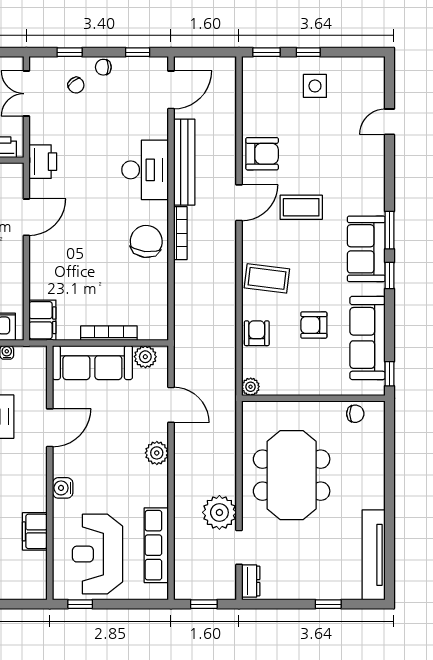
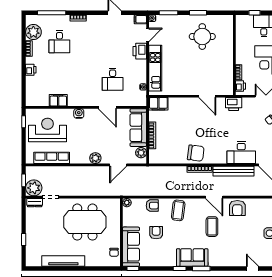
desk: (145, 170) -> (241, 153), moved
sofa: (368, 338) -> (131, 247), moved, turned 90
plant: (219, 512) -> (34, 188), moved
tv unit: (374, 555) -> (63, 261), moved

